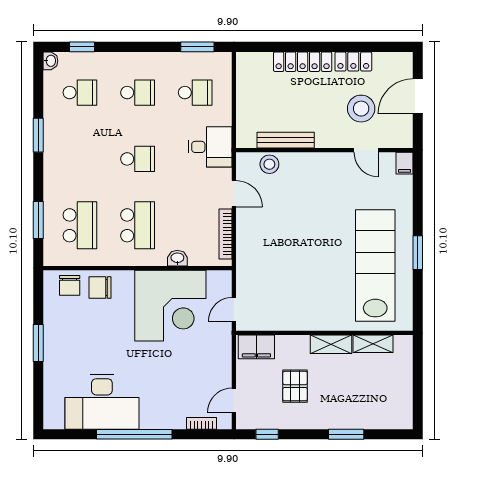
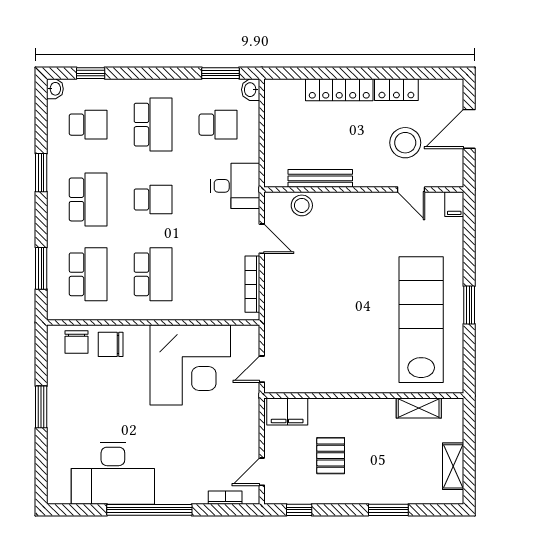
school desk: (138, 93) -> (153, 125), width x1.85
school desk: (80, 159) -> (88, 199), added
washbasin: (177, 258) -> (251, 90), moved, turned -90
shelving: (331, 344) -> (453, 466), moved, turned 90

